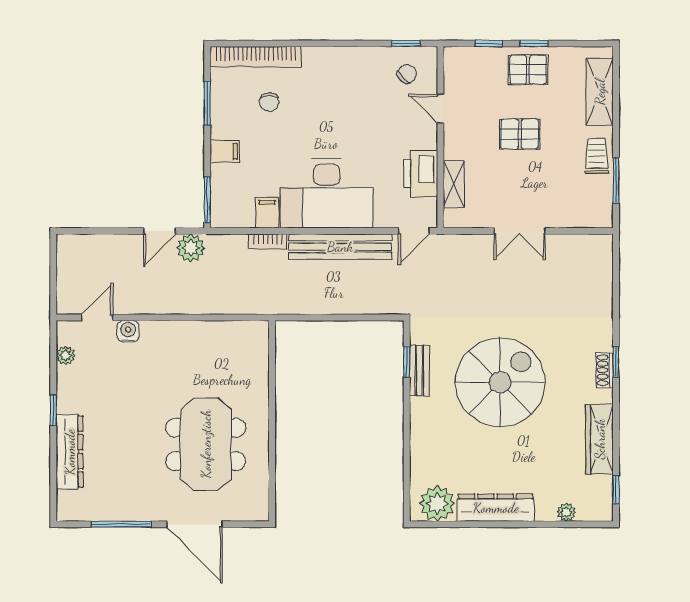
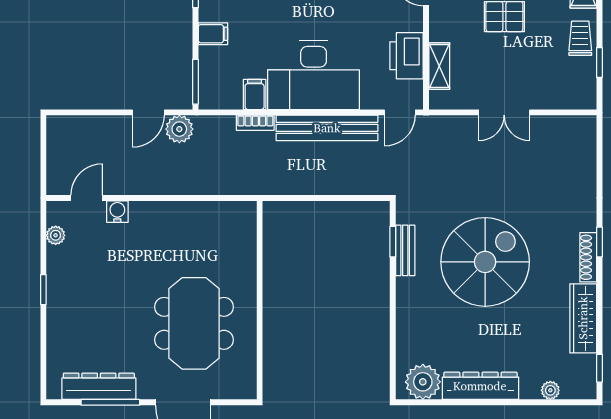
window: (616, 180) -> (599, 62), width x0.67
shoe rack: (605, 370) -> (588, 257), width x1.43
dresser: (70, 452) -> (99, 386), moved, turned -90

